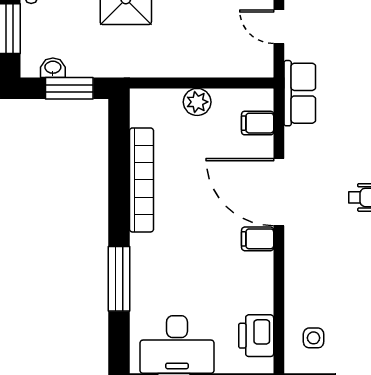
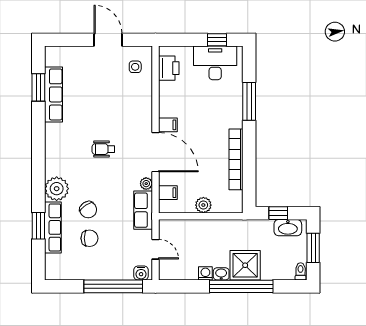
washbasin: (53, 68) -> (288, 228), width x1.91, depth x1.45
window: (69, 88) -> (278, 213), width x0.67
plant: (295, 139) -> (146, 184), added

